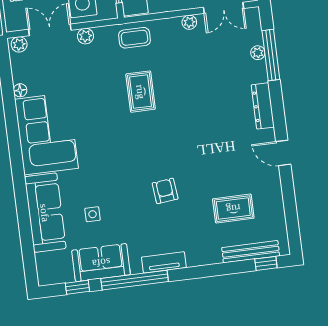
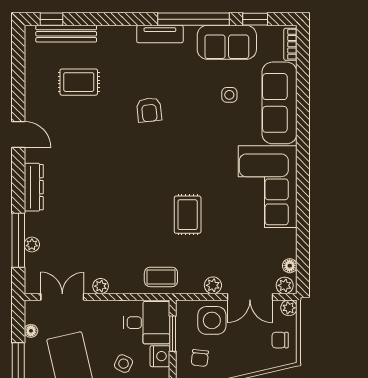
plant: (13, 24) -> (289, 308), added
floor lamp: (20, 90) -> (290, 266), moved
rug: (141, 92) -> (188, 215), moved
bookcase: (42, 268) -> (290, 44), added

